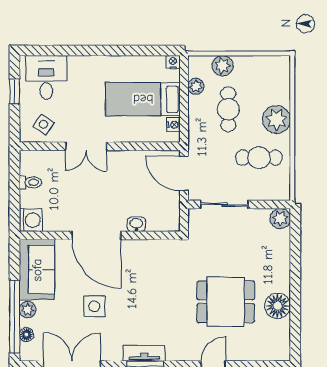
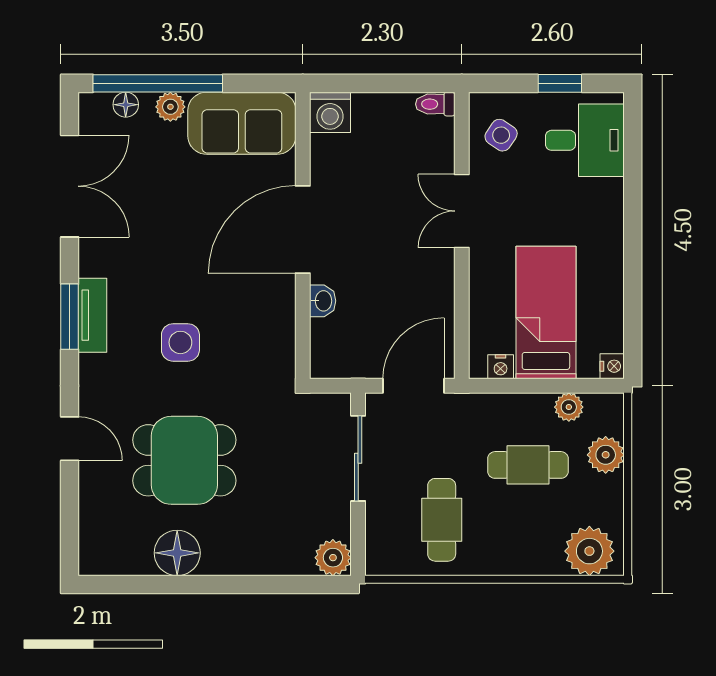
plant: (276, 119) -> (589, 551), moved
toilet: (30, 182) -> (435, 104), moved, turned 90
dining table: (226, 302) -> (184, 460), turned 90
side table: (94, 306) -> (180, 342), moved

